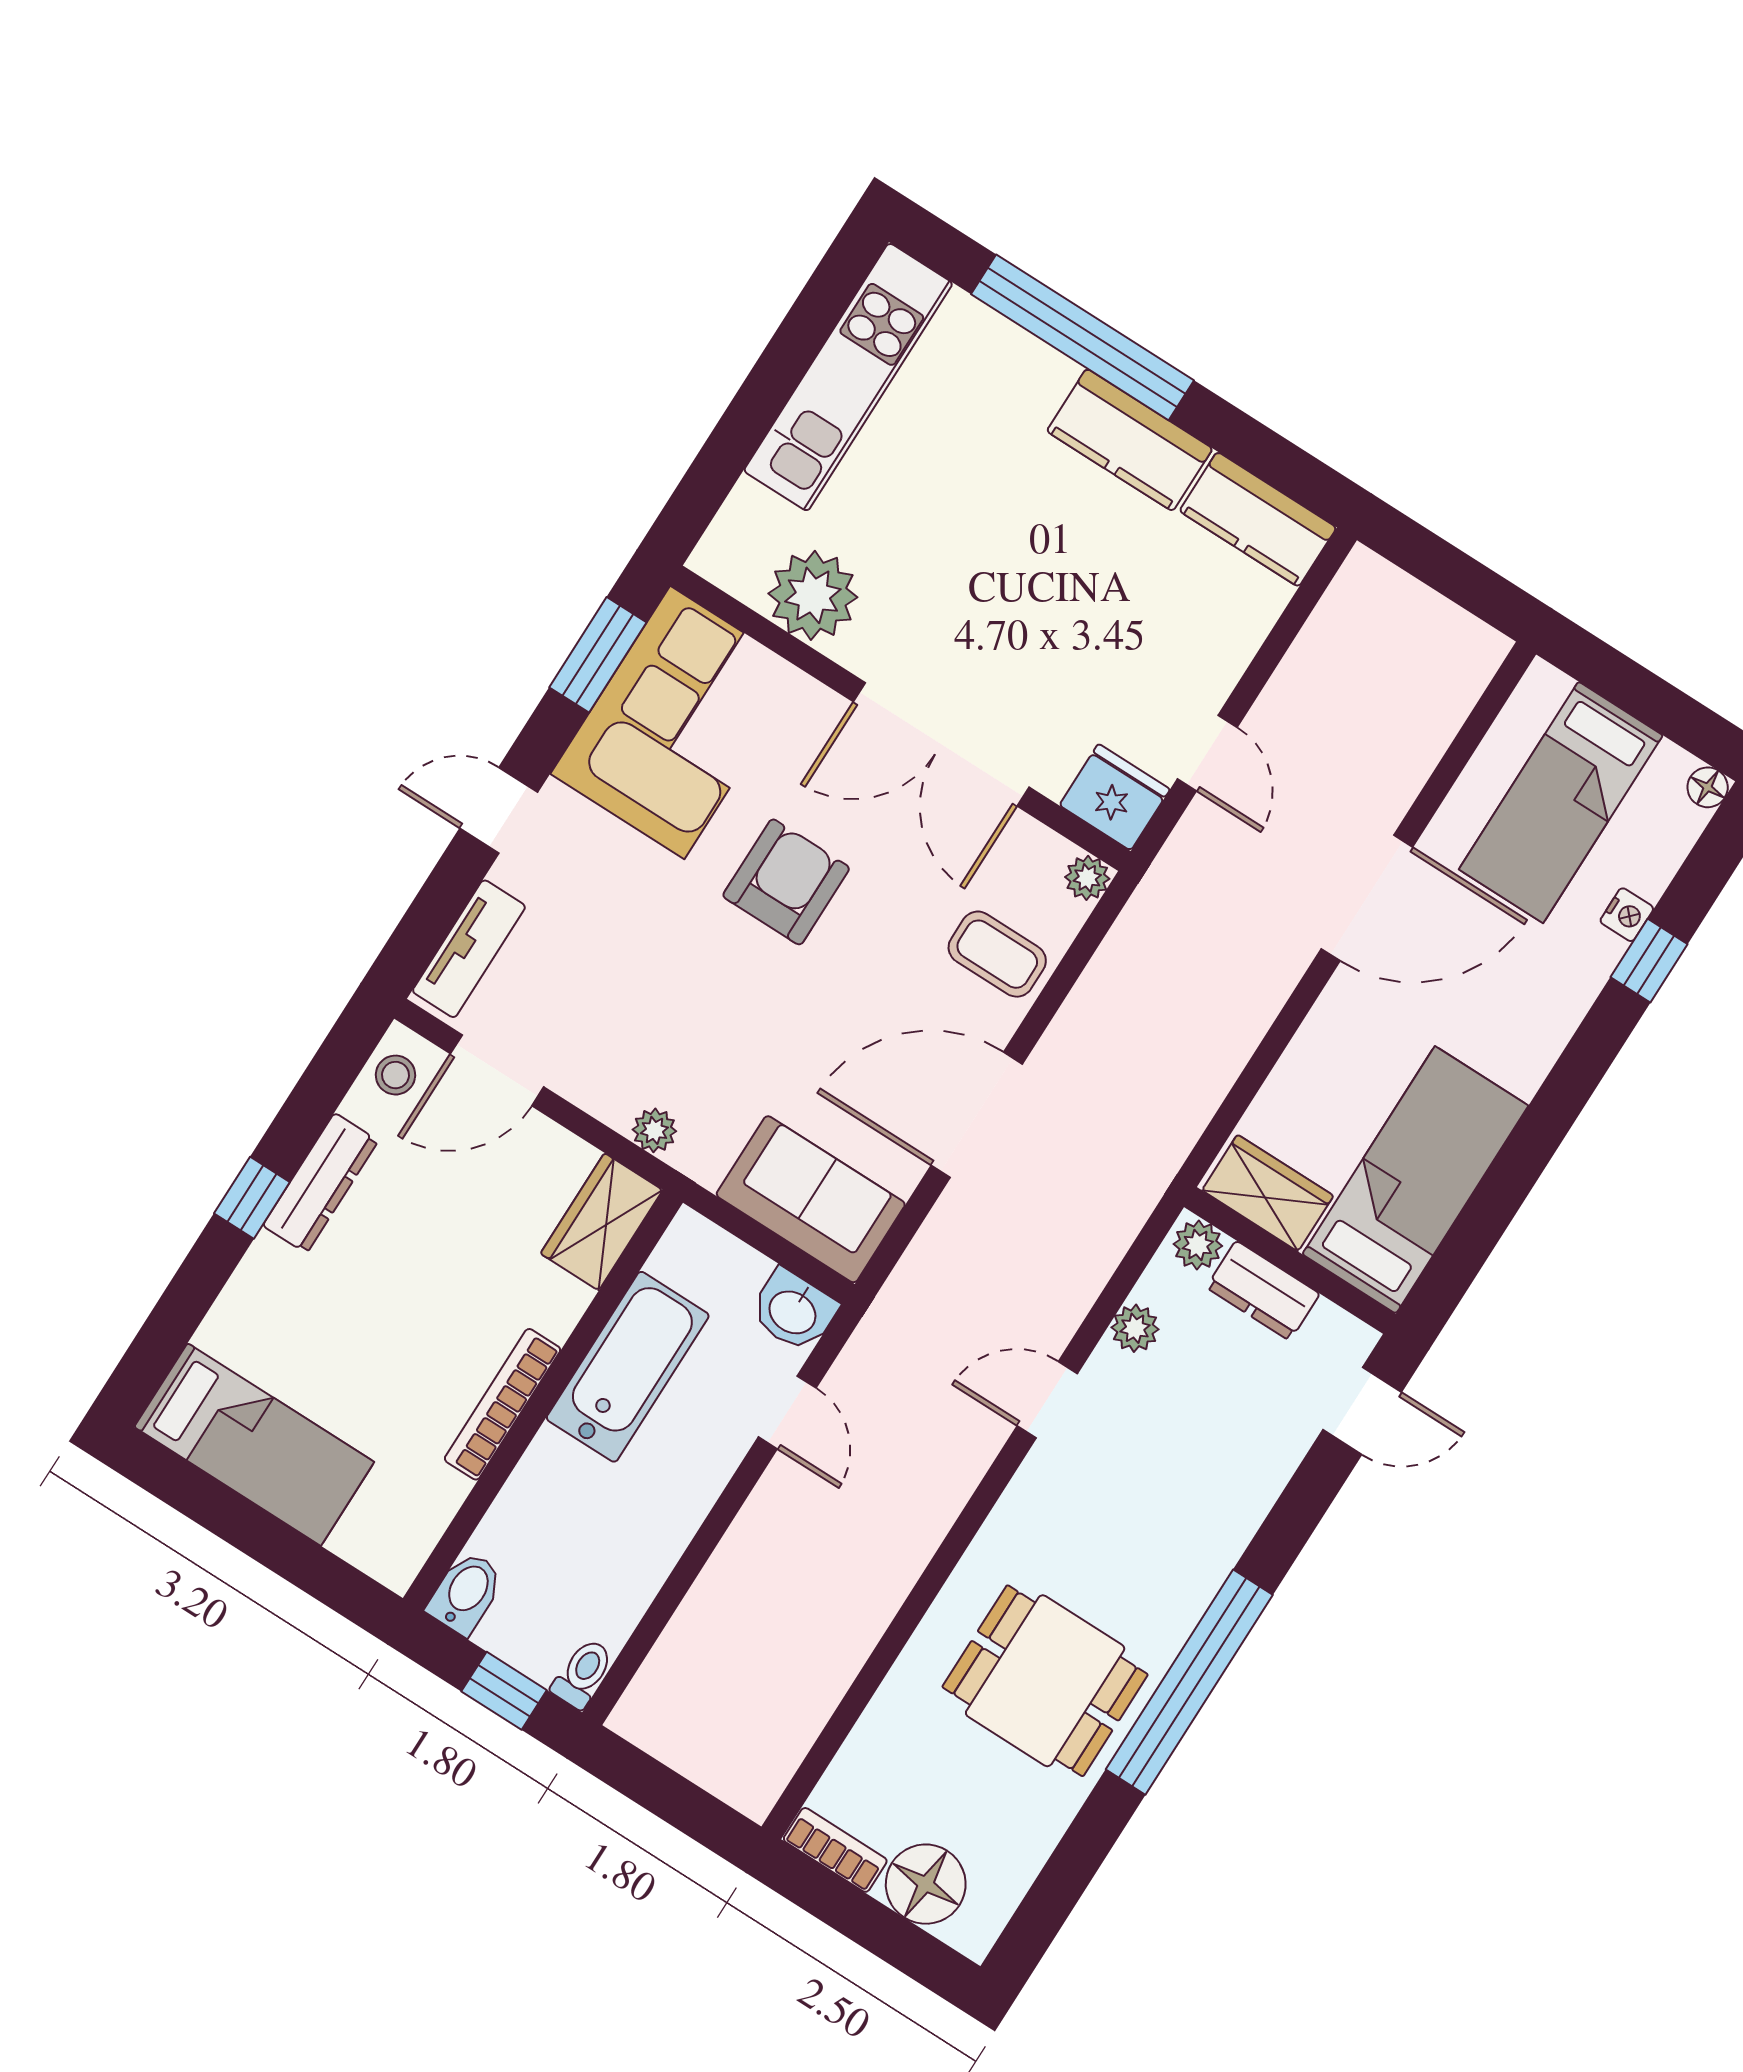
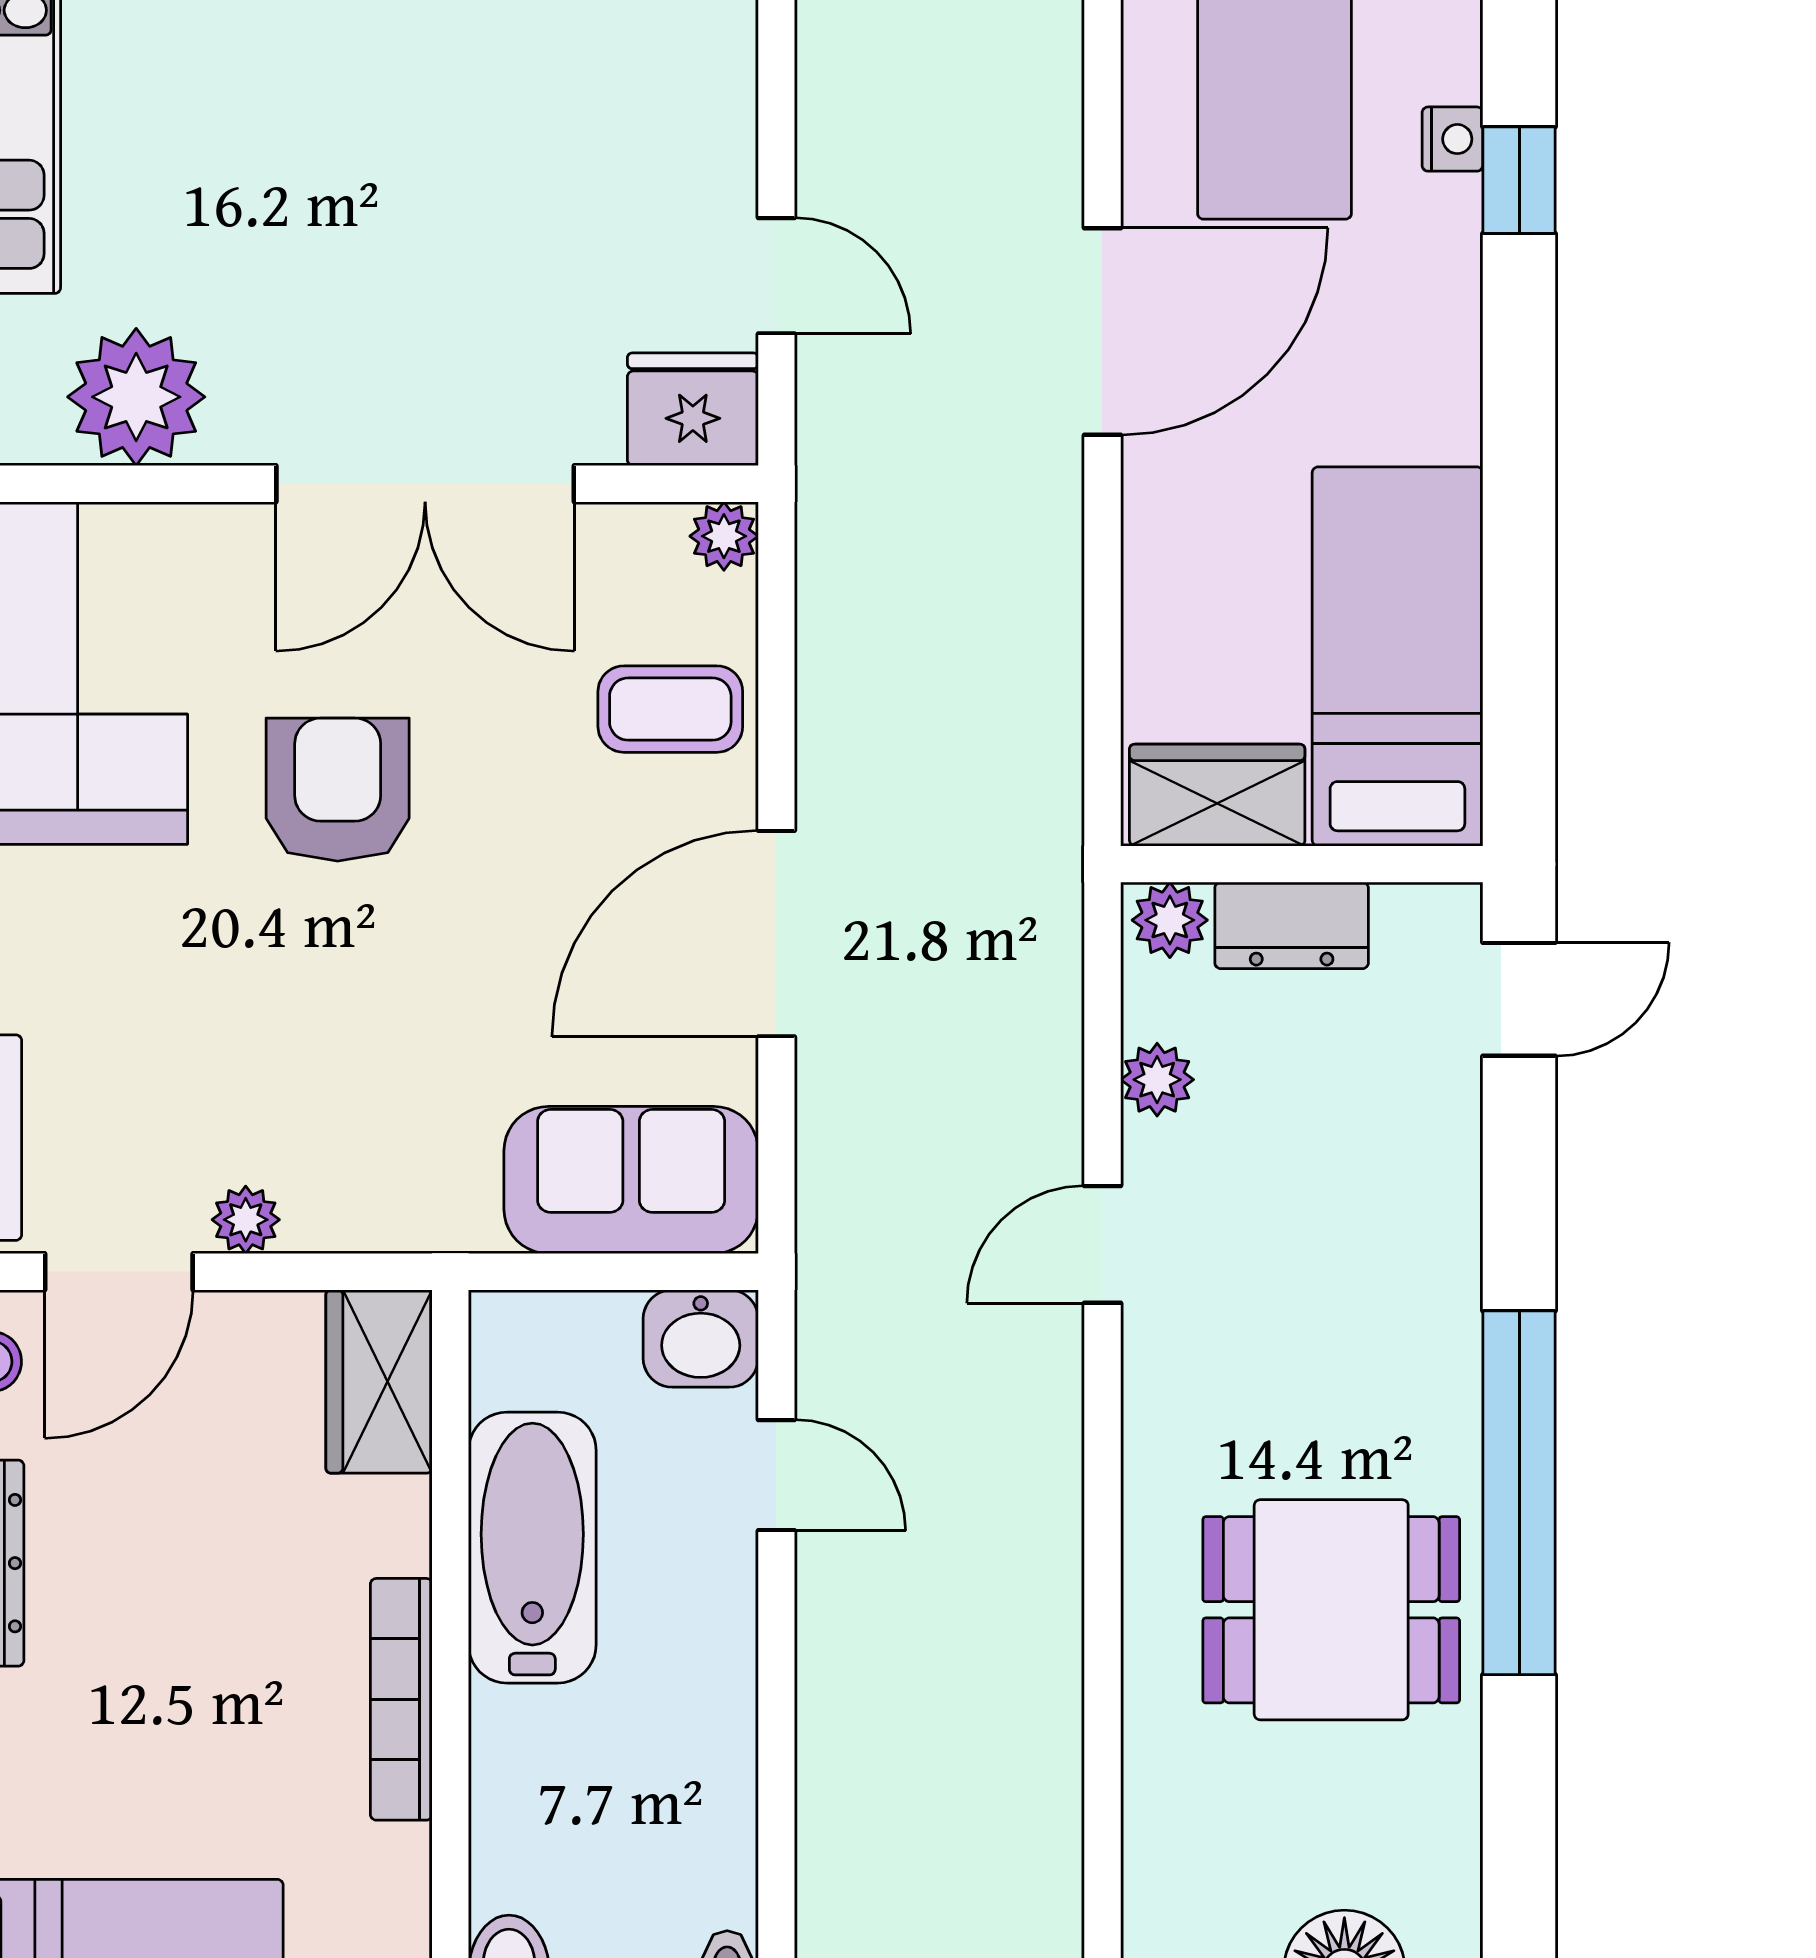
plant: (654, 1130) -> (246, 1220), moved

